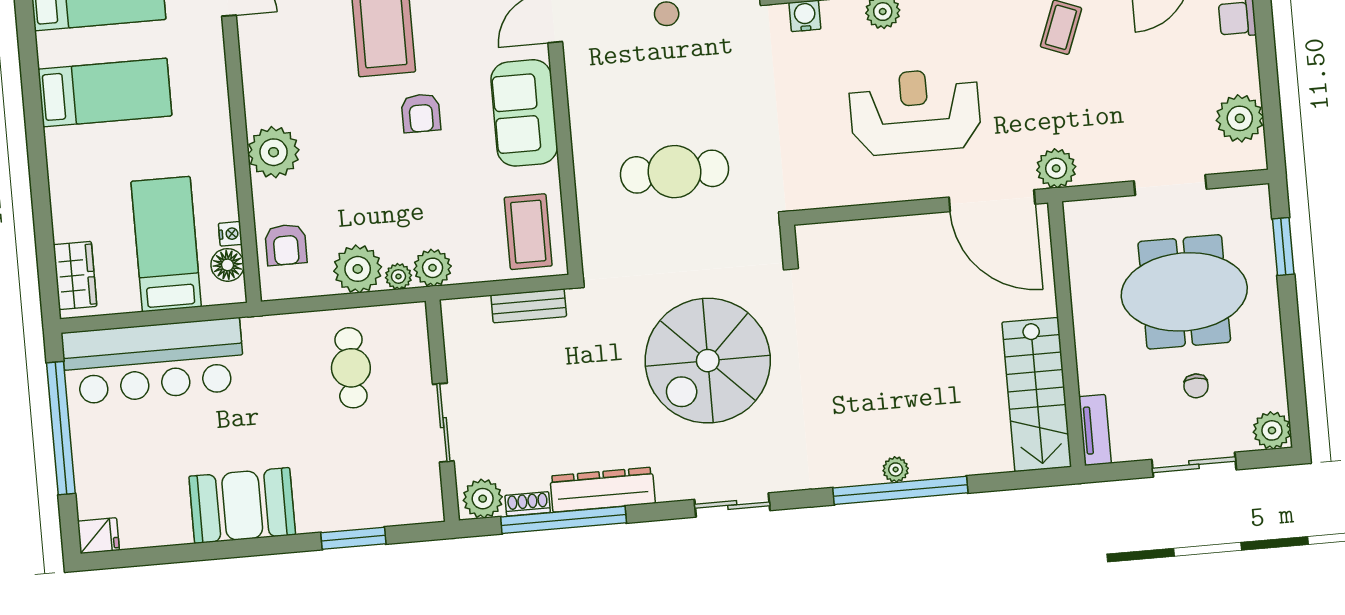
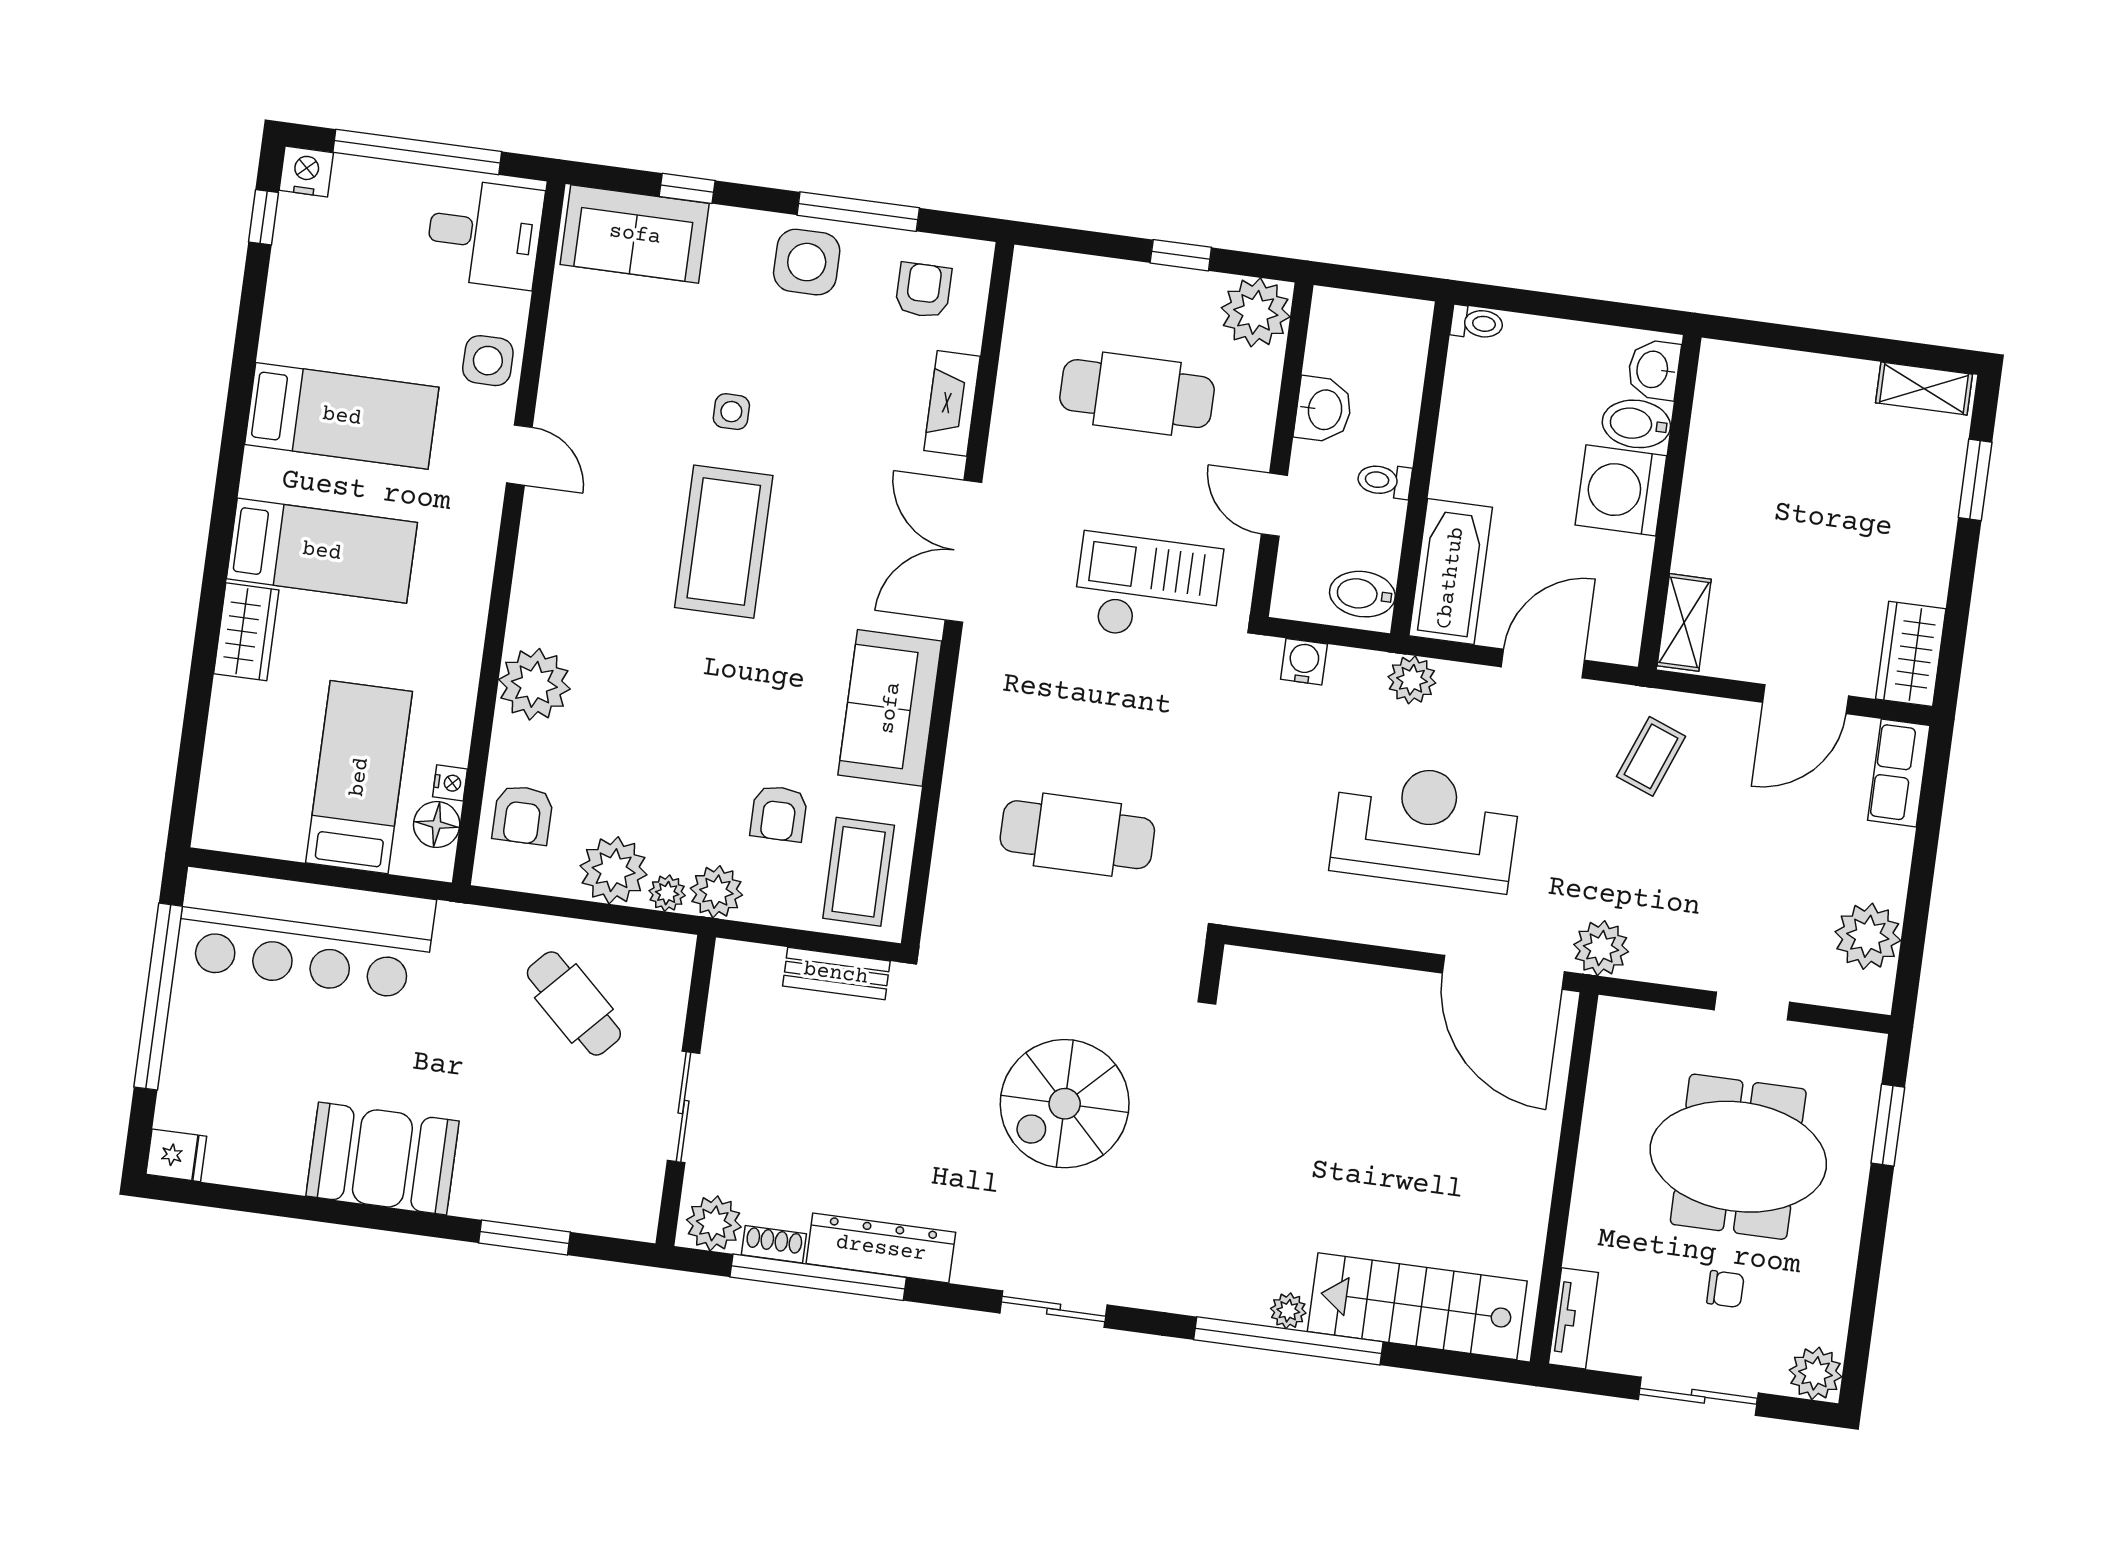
armchair: (421, 113) -> (779, 813), moved
doorway: (1170, 185) -> (1752, 1006), width x0.73
wardrobe: (75, 275) -> (246, 632), moved
spiral stairs: (708, 361) -> (1065, 1104), width x0.73, depth x0.73
cafe table: (351, 368) -> (574, 1003), turned -47
chair: (1196, 386) -> (1725, 1289), turned -90
stairs: (1037, 395) -> (1417, 1306), moved, turned 90

